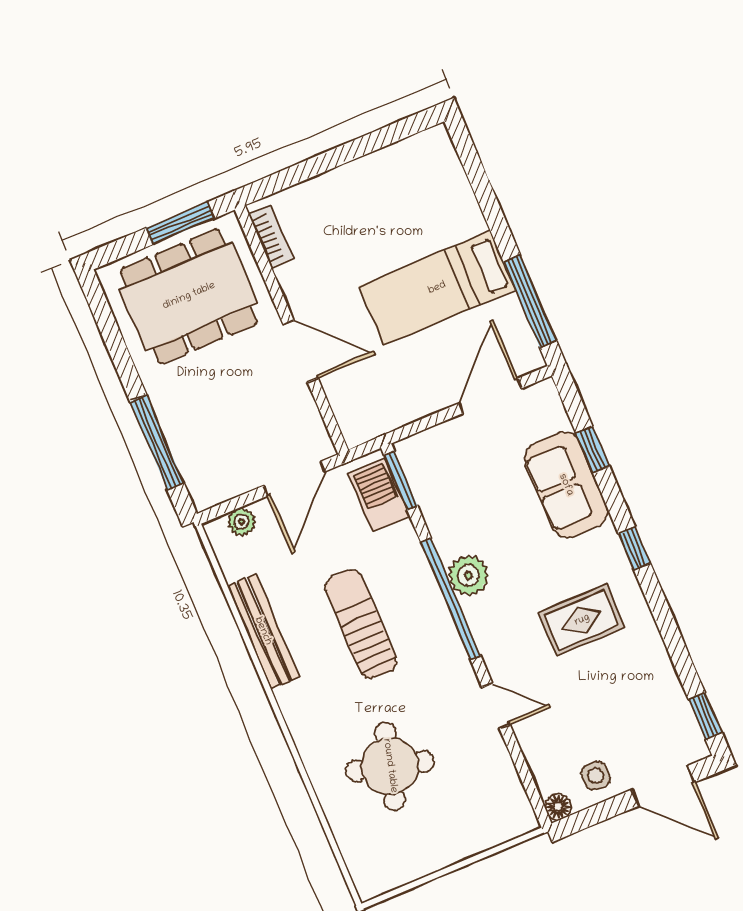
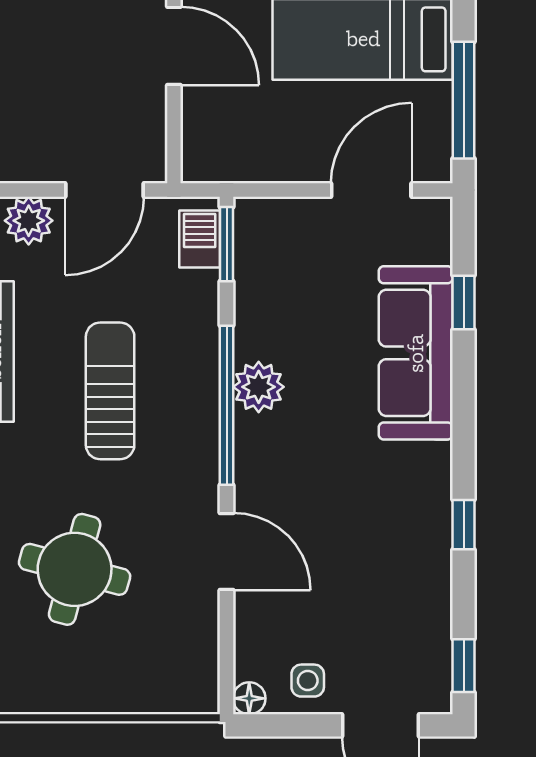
sofa: (566, 485) -> (416, 353), width x1.36
barbecue: (379, 495) -> (200, 239), width x0.73, depth x0.79
plant: (241, 522) -> (29, 221), width x1.38, depth x1.38
window: (634, 548) -> (464, 525), moved
rug: (582, 620) -> (368, 494), removed
door: (496, 706) -> (227, 551), width x1.38

